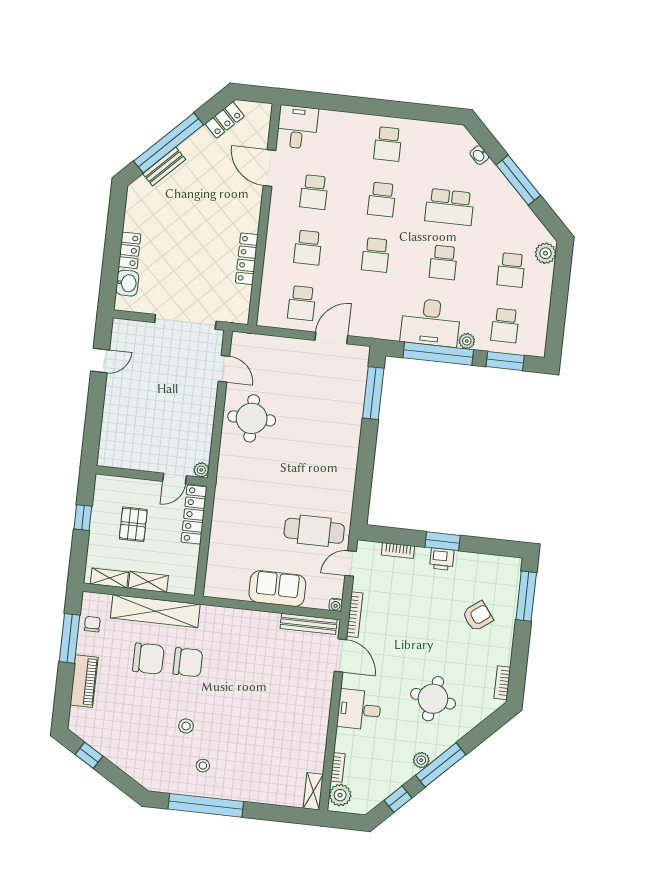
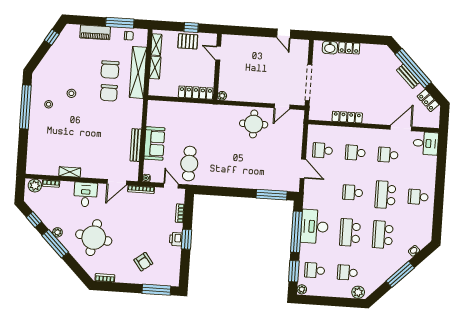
bench: (164, 167) -> (408, 76), moved
school desk: (382, 199) -> (385, 195), width x1.85
school desk: (443, 262) -> (350, 233), width x1.85
plant: (467, 341) -> (302, 289), moved
door: (174, 478) -> (218, 53), moved
pallet: (133, 524) -> (188, 41), moved
bench: (309, 624) -> (136, 145), moved
round table: (433, 699) -> (94, 238), width x1.36, depth x1.36
shelving: (313, 791) -> (70, 172), moved

